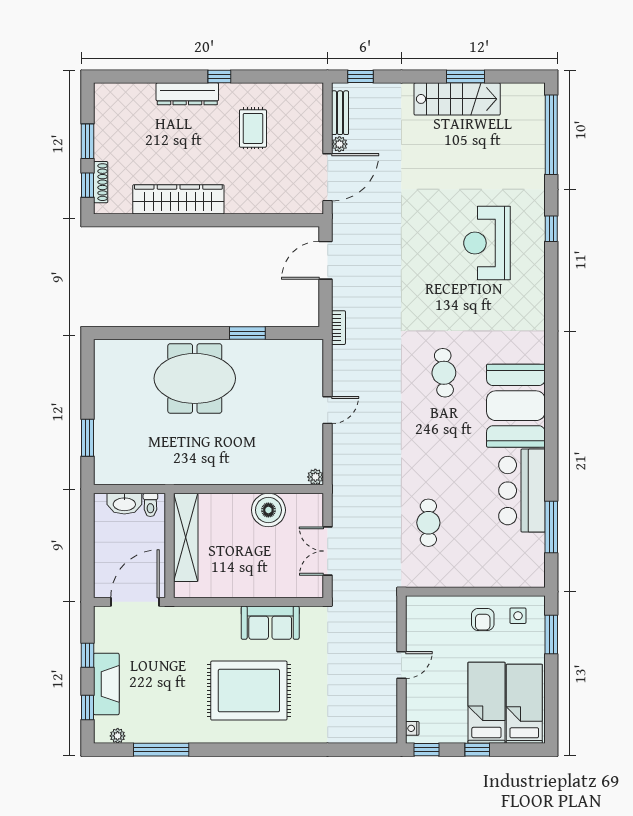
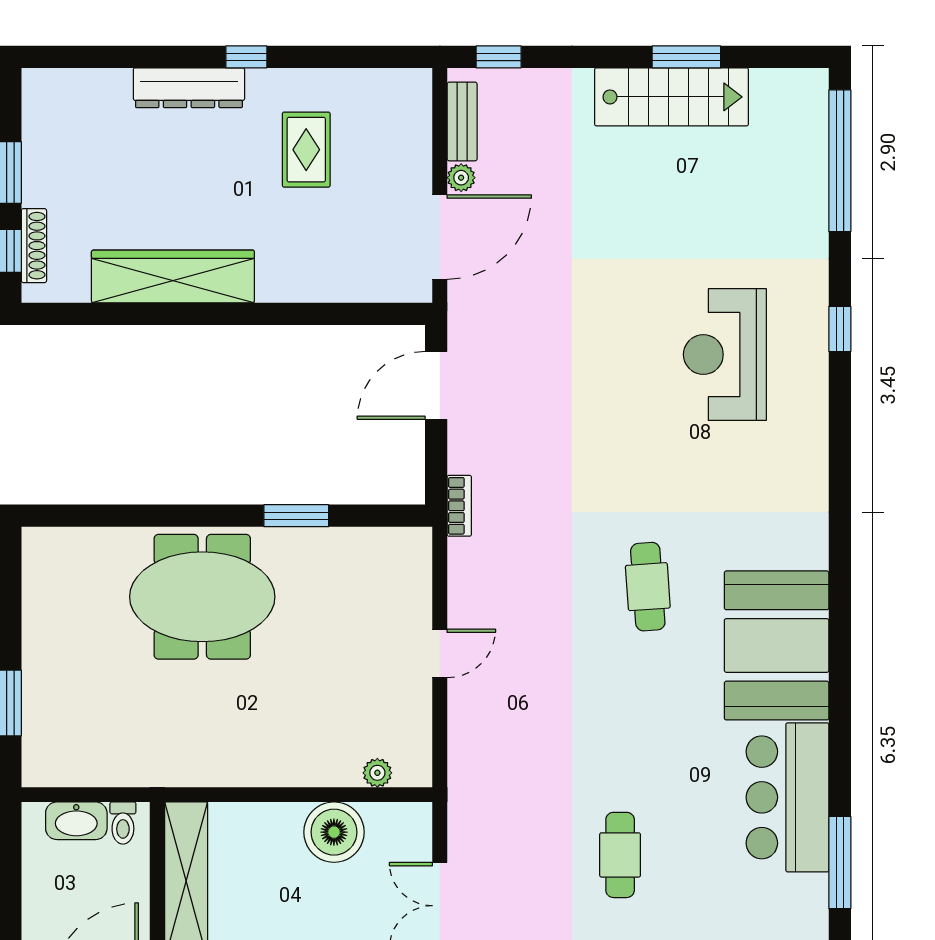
plant: (315, 477) -> (377, 773), moved

